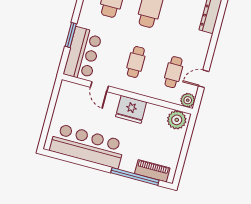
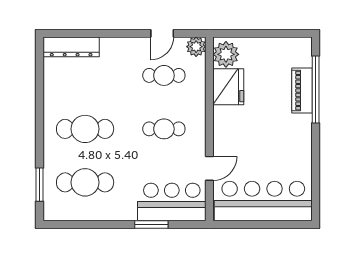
door: (204, 79) -> (162, 33), hinge flipped
fridge: (131, 109) -> (228, 87), moved
bar counter: (87, 146) -> (263, 201), moved, turned 90
piano: (152, 171) -> (302, 91), moved

